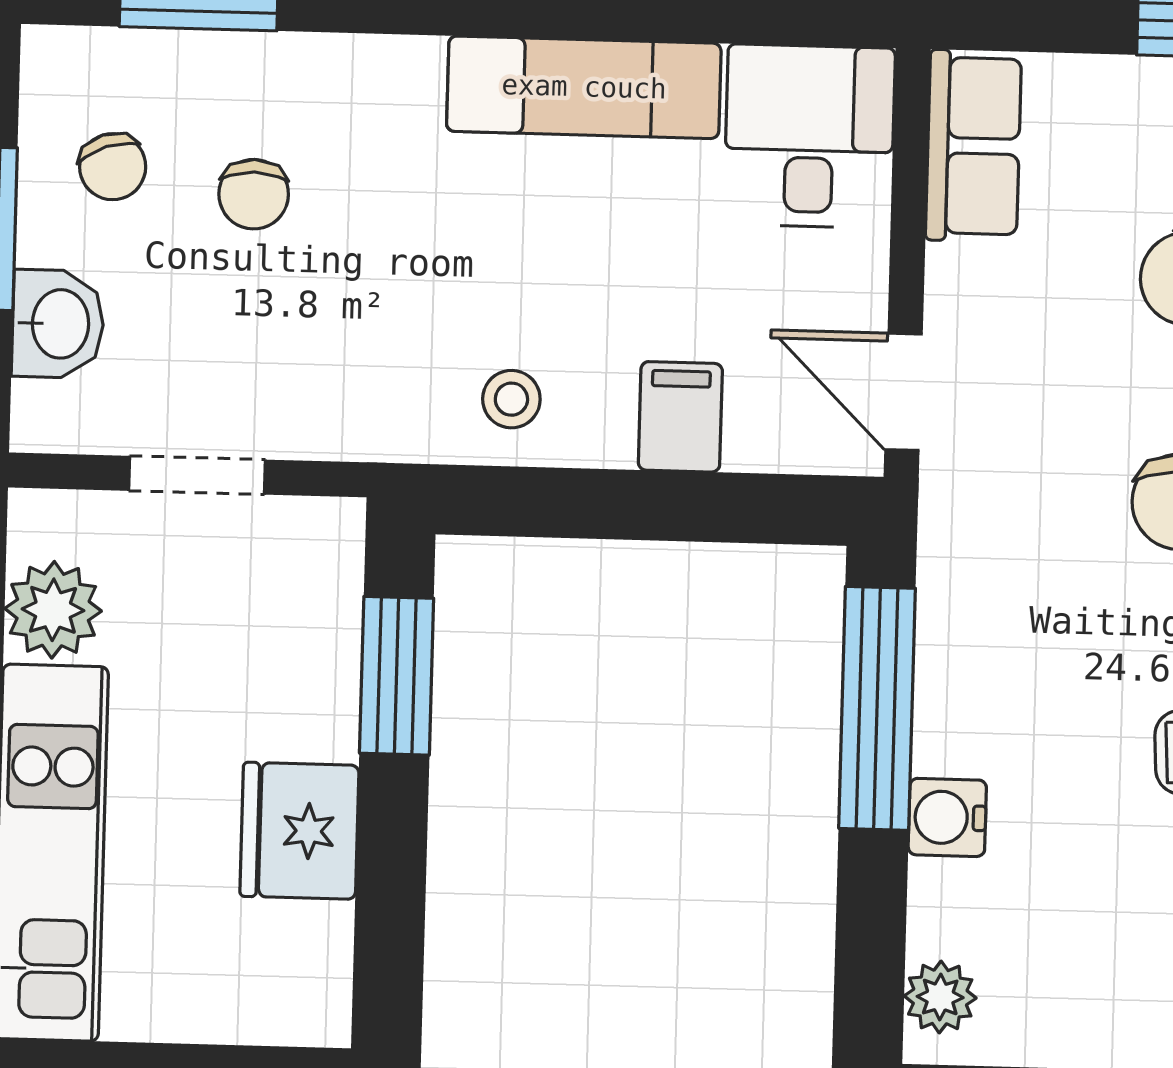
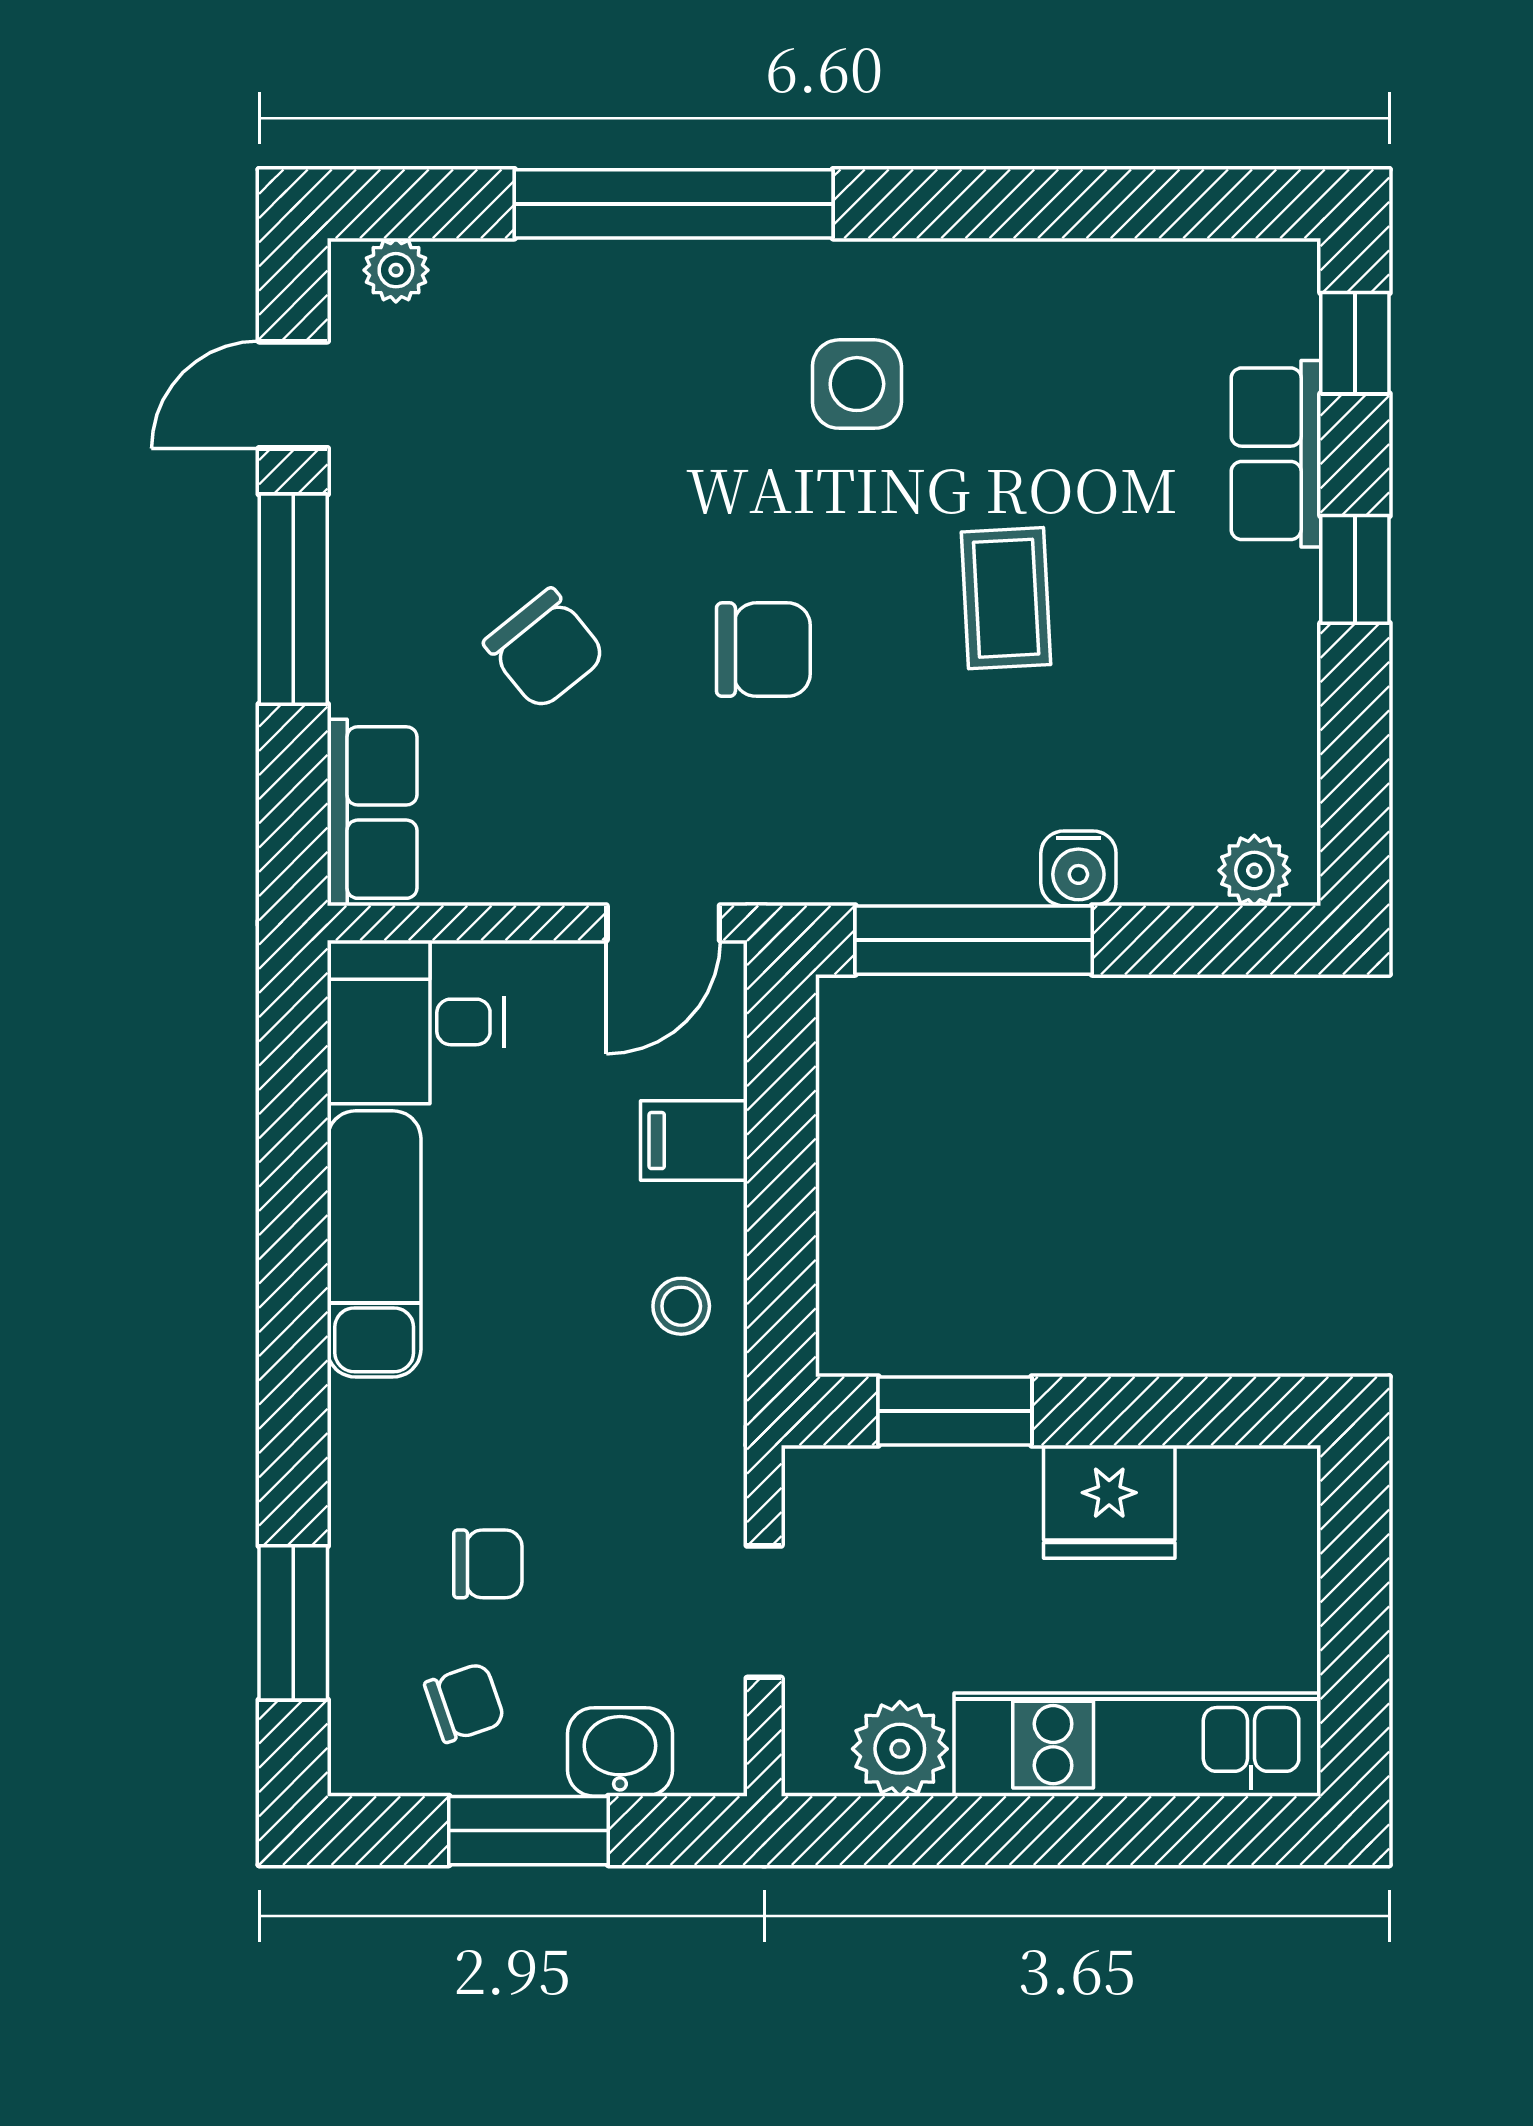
row of seats: (973, 146) -> (372, 813), moved, turned 90

